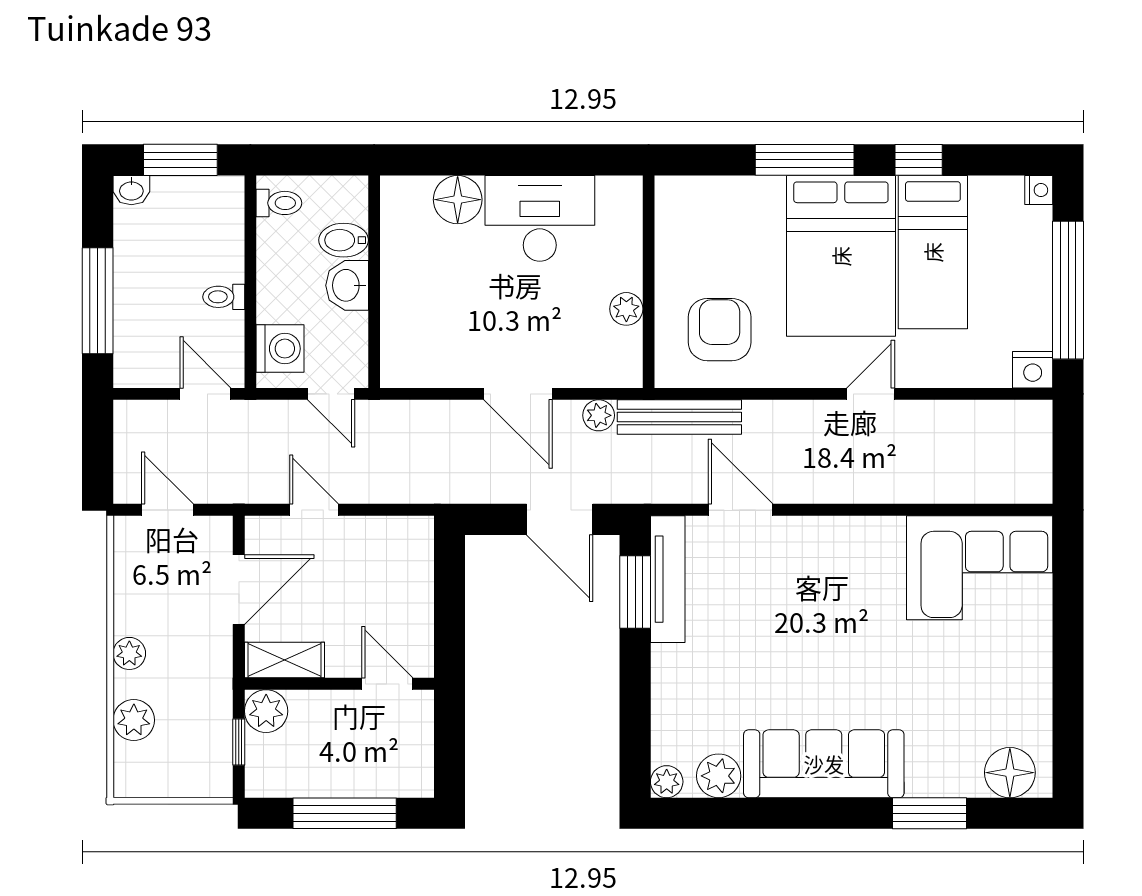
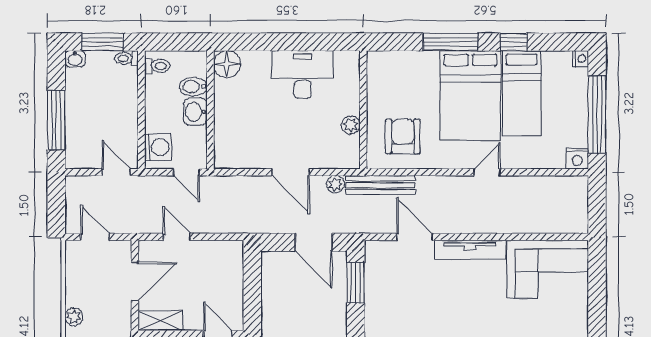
floor lamp: (458, 200) -> (227, 64), moved
toilet: (224, 297) -> (126, 58), moved
tv unit: (668, 579) -> (470, 250), moved, turned 90

